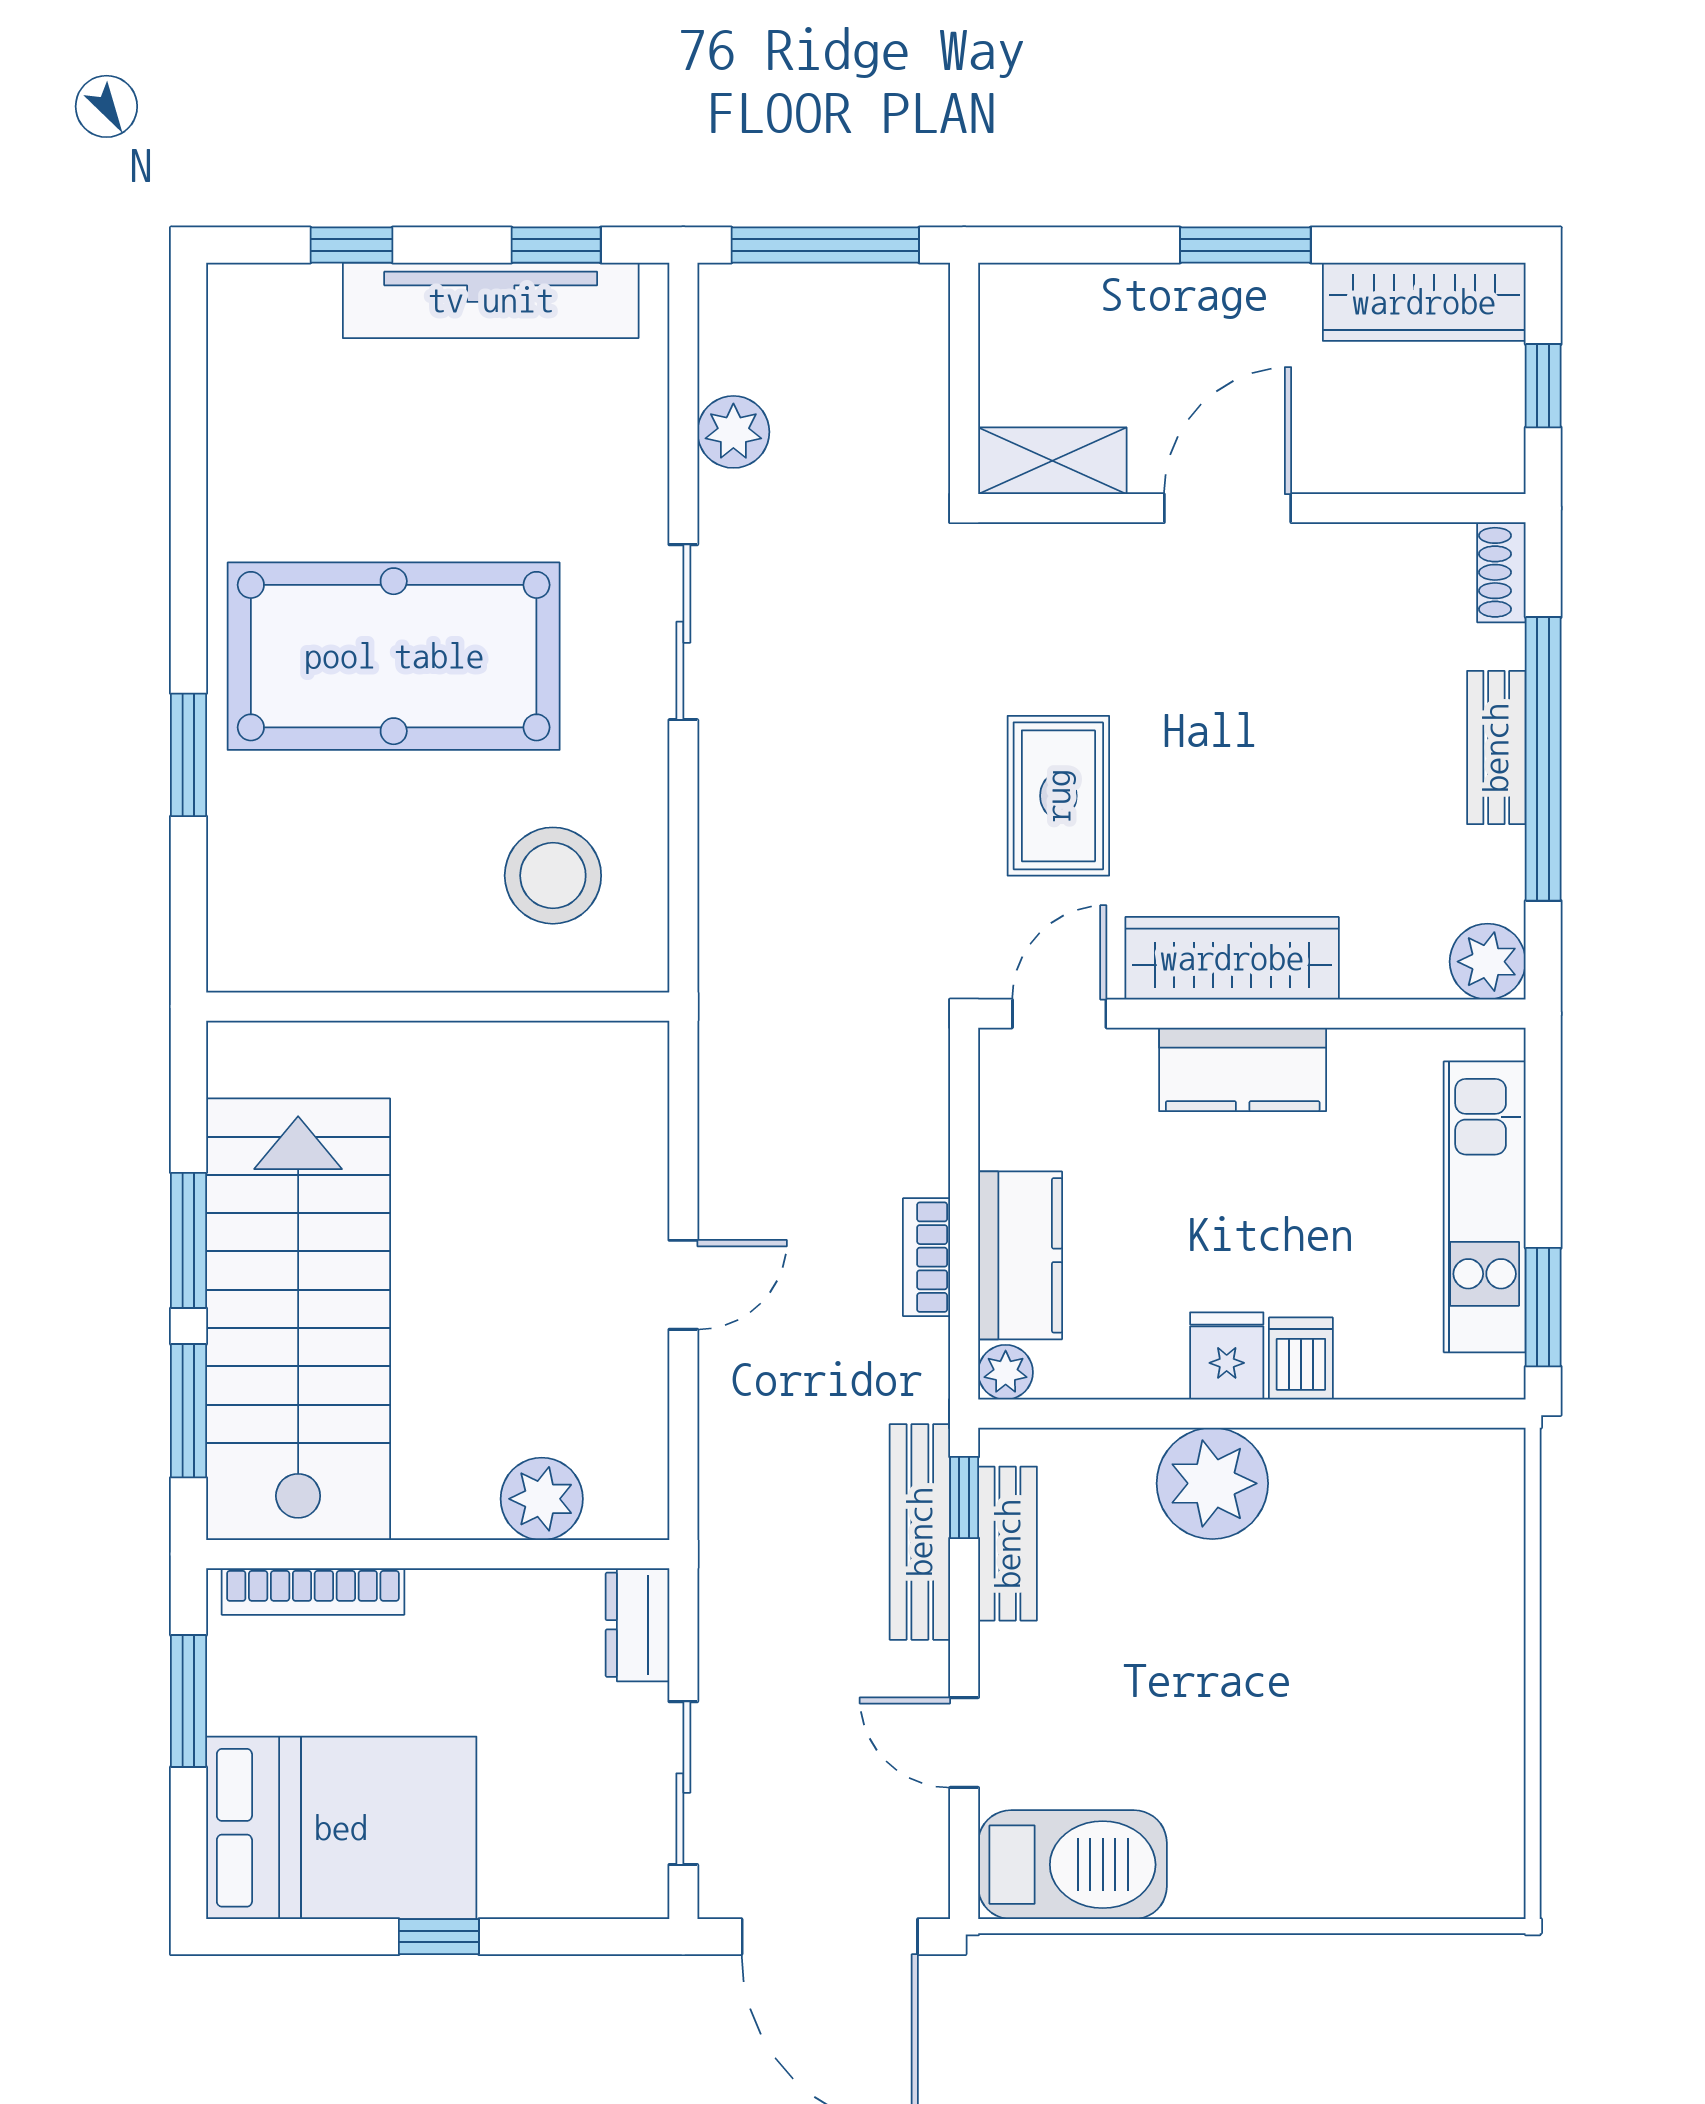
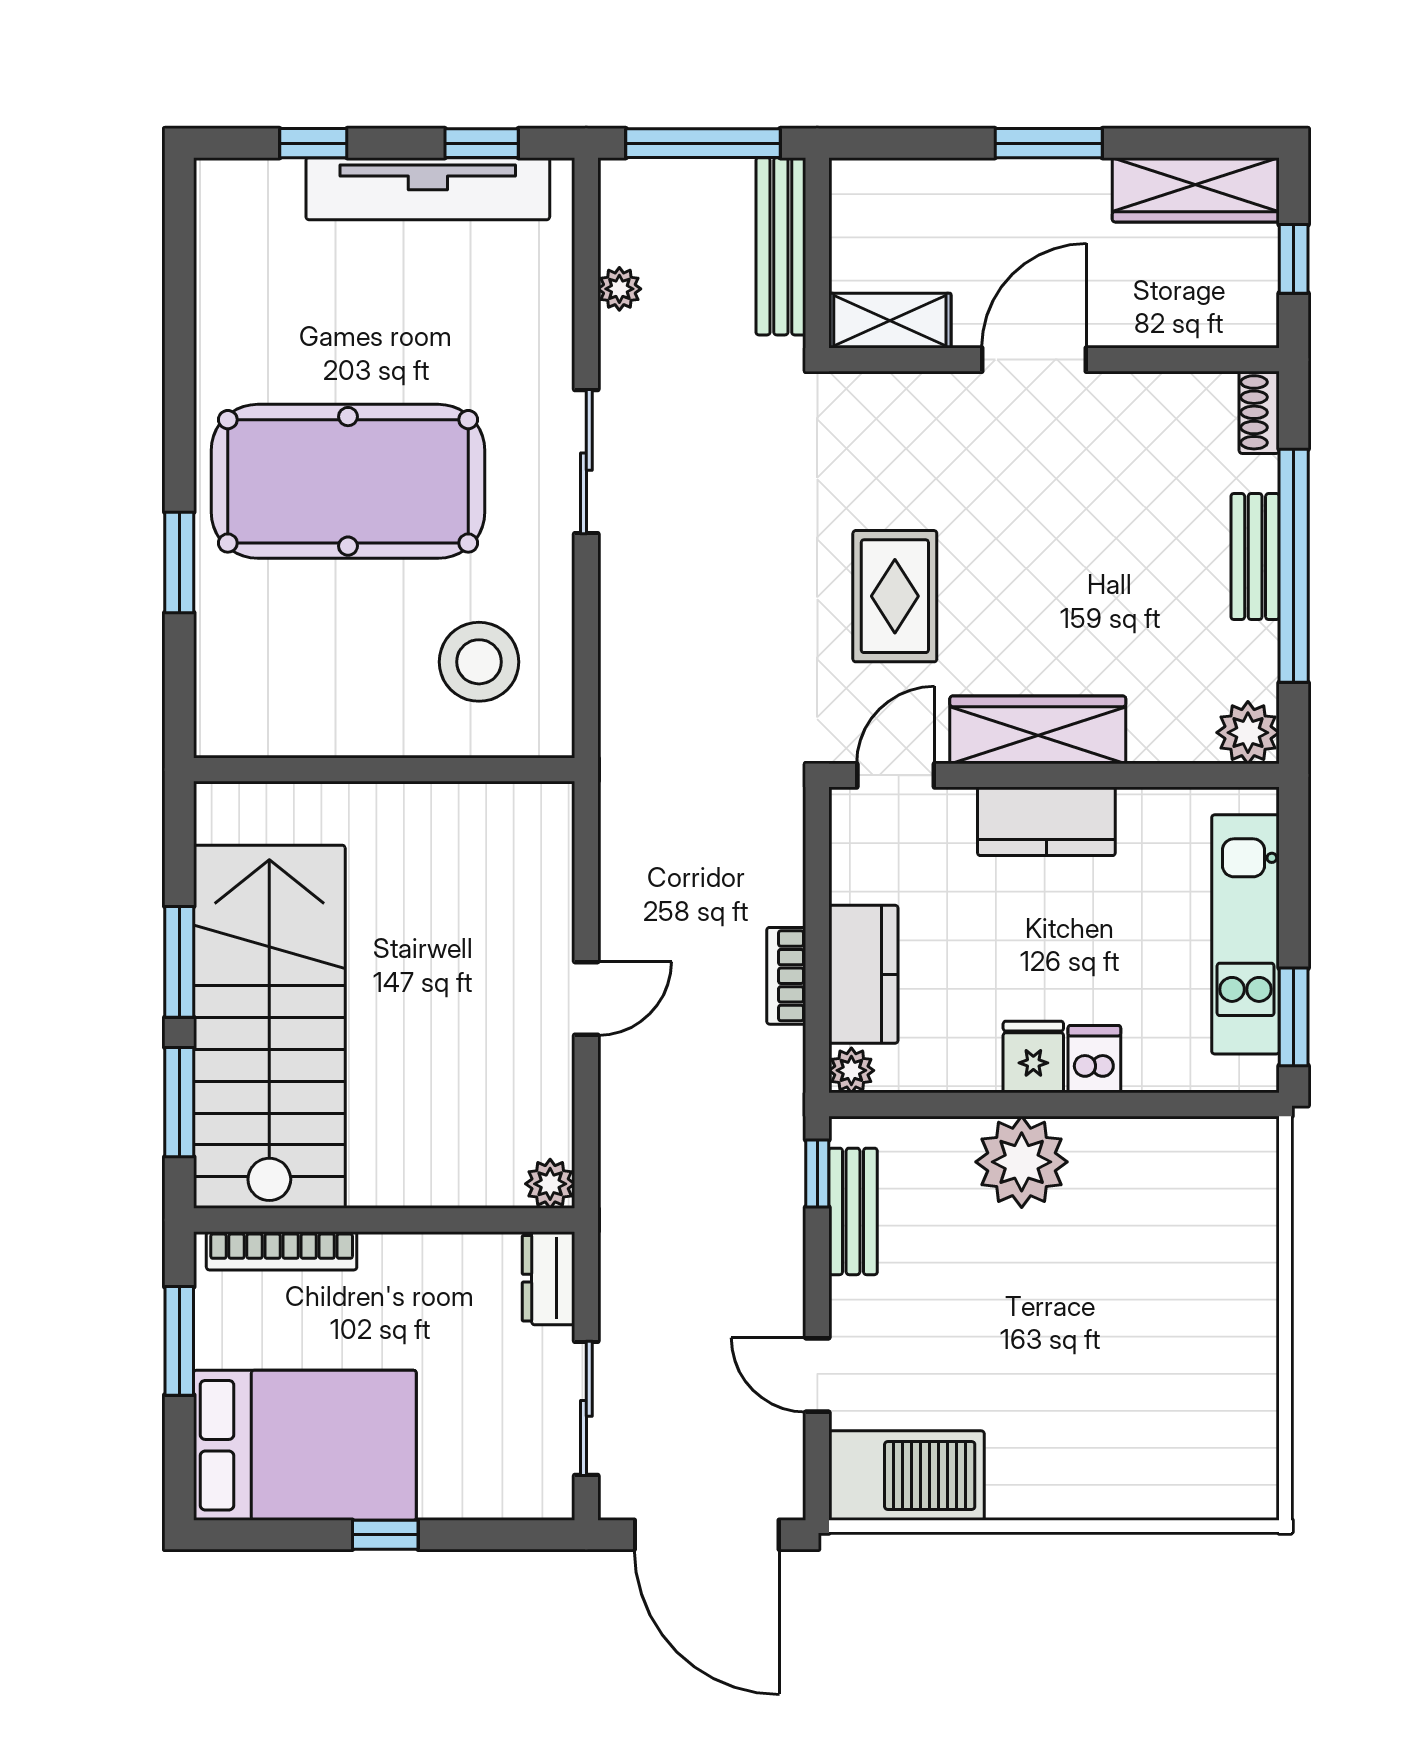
plant: (733, 432) -> (619, 289), width x0.73, depth x0.73
plant: (542, 1499) -> (550, 1184), moved, width x0.73, depth x0.73
bench: (920, 1532) -> (781, 246), moved

